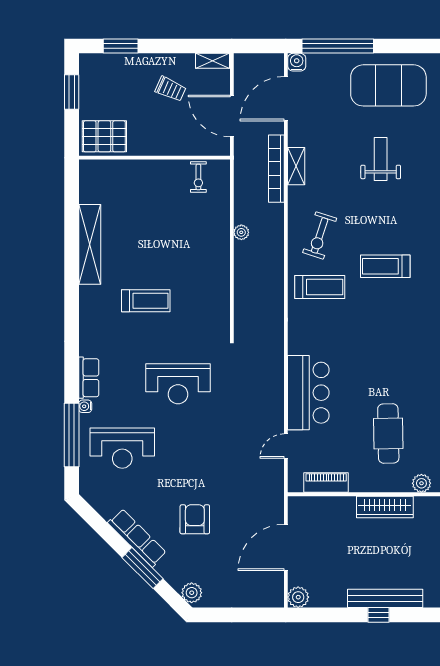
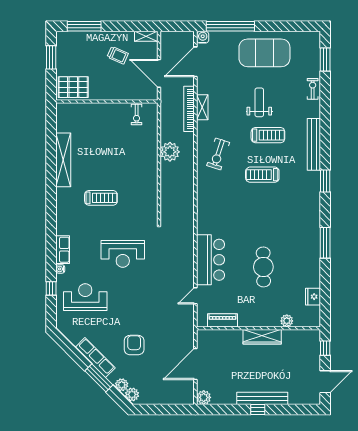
window: (121, 46) -> (84, 26), width x1.44
plant: (241, 232) -> (170, 152), width x1.88, depth x1.88
treadmill: (320, 287) -> (268, 135), moved
cafe table: (388, 433) -> (263, 267), moved
window: (72, 435) -> (51, 288), width x0.32
reception desk: (122, 448) -> (85, 297), turned 180
plant: (176, 578) -> (122, 385), added

